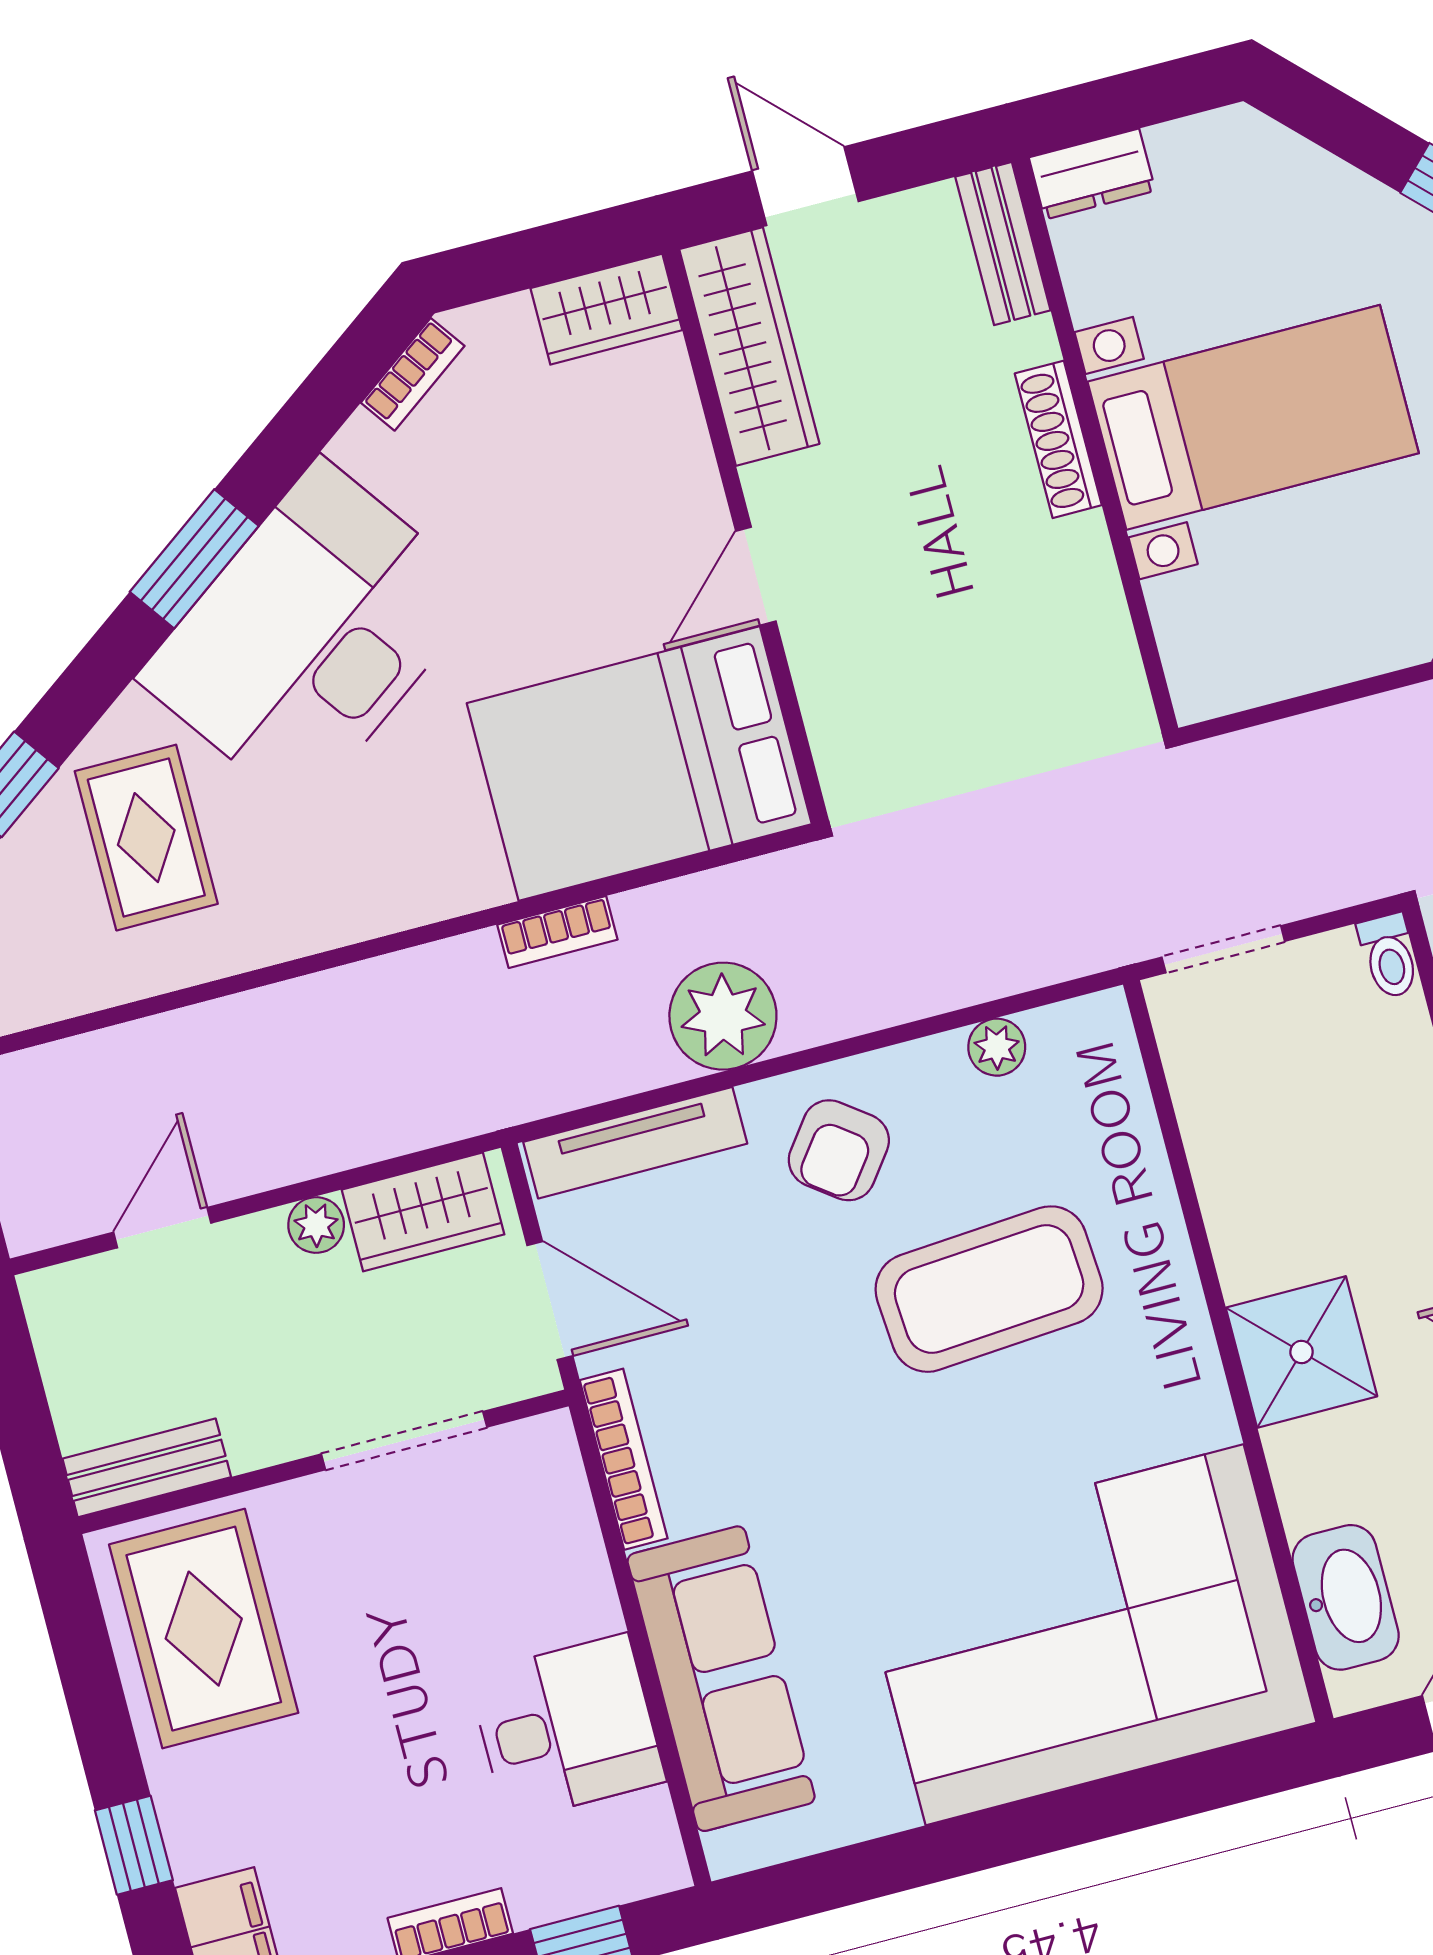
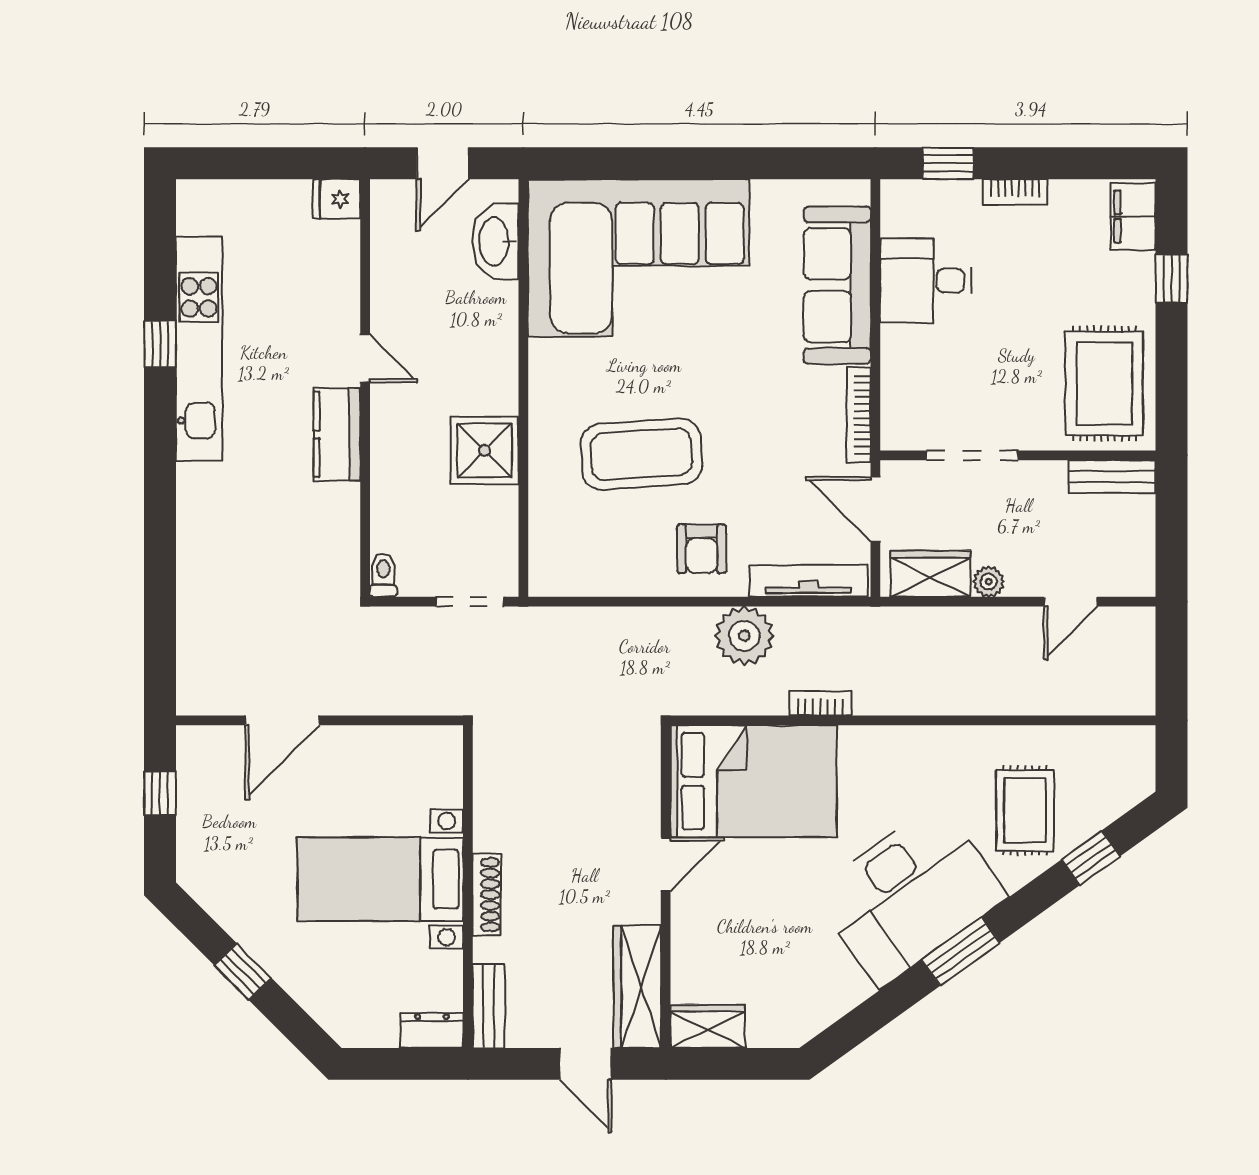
bookcase: (413, 374) -> (819, 1019), removed
plant: (997, 1047) -> (604, 581), removed
armchair: (839, 1150) -> (702, 549), turned 143
shower: (1302, 1352) -> (485, 450), moved

